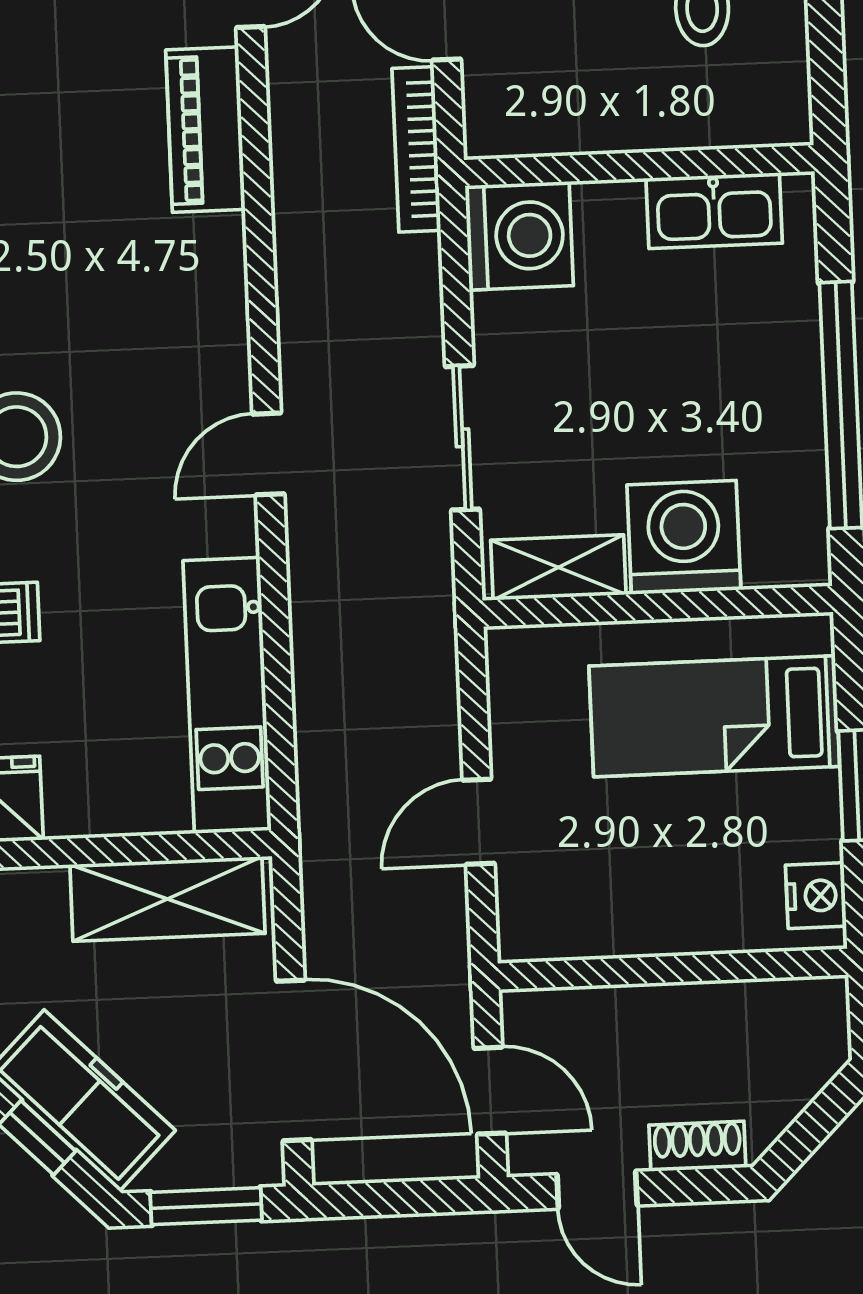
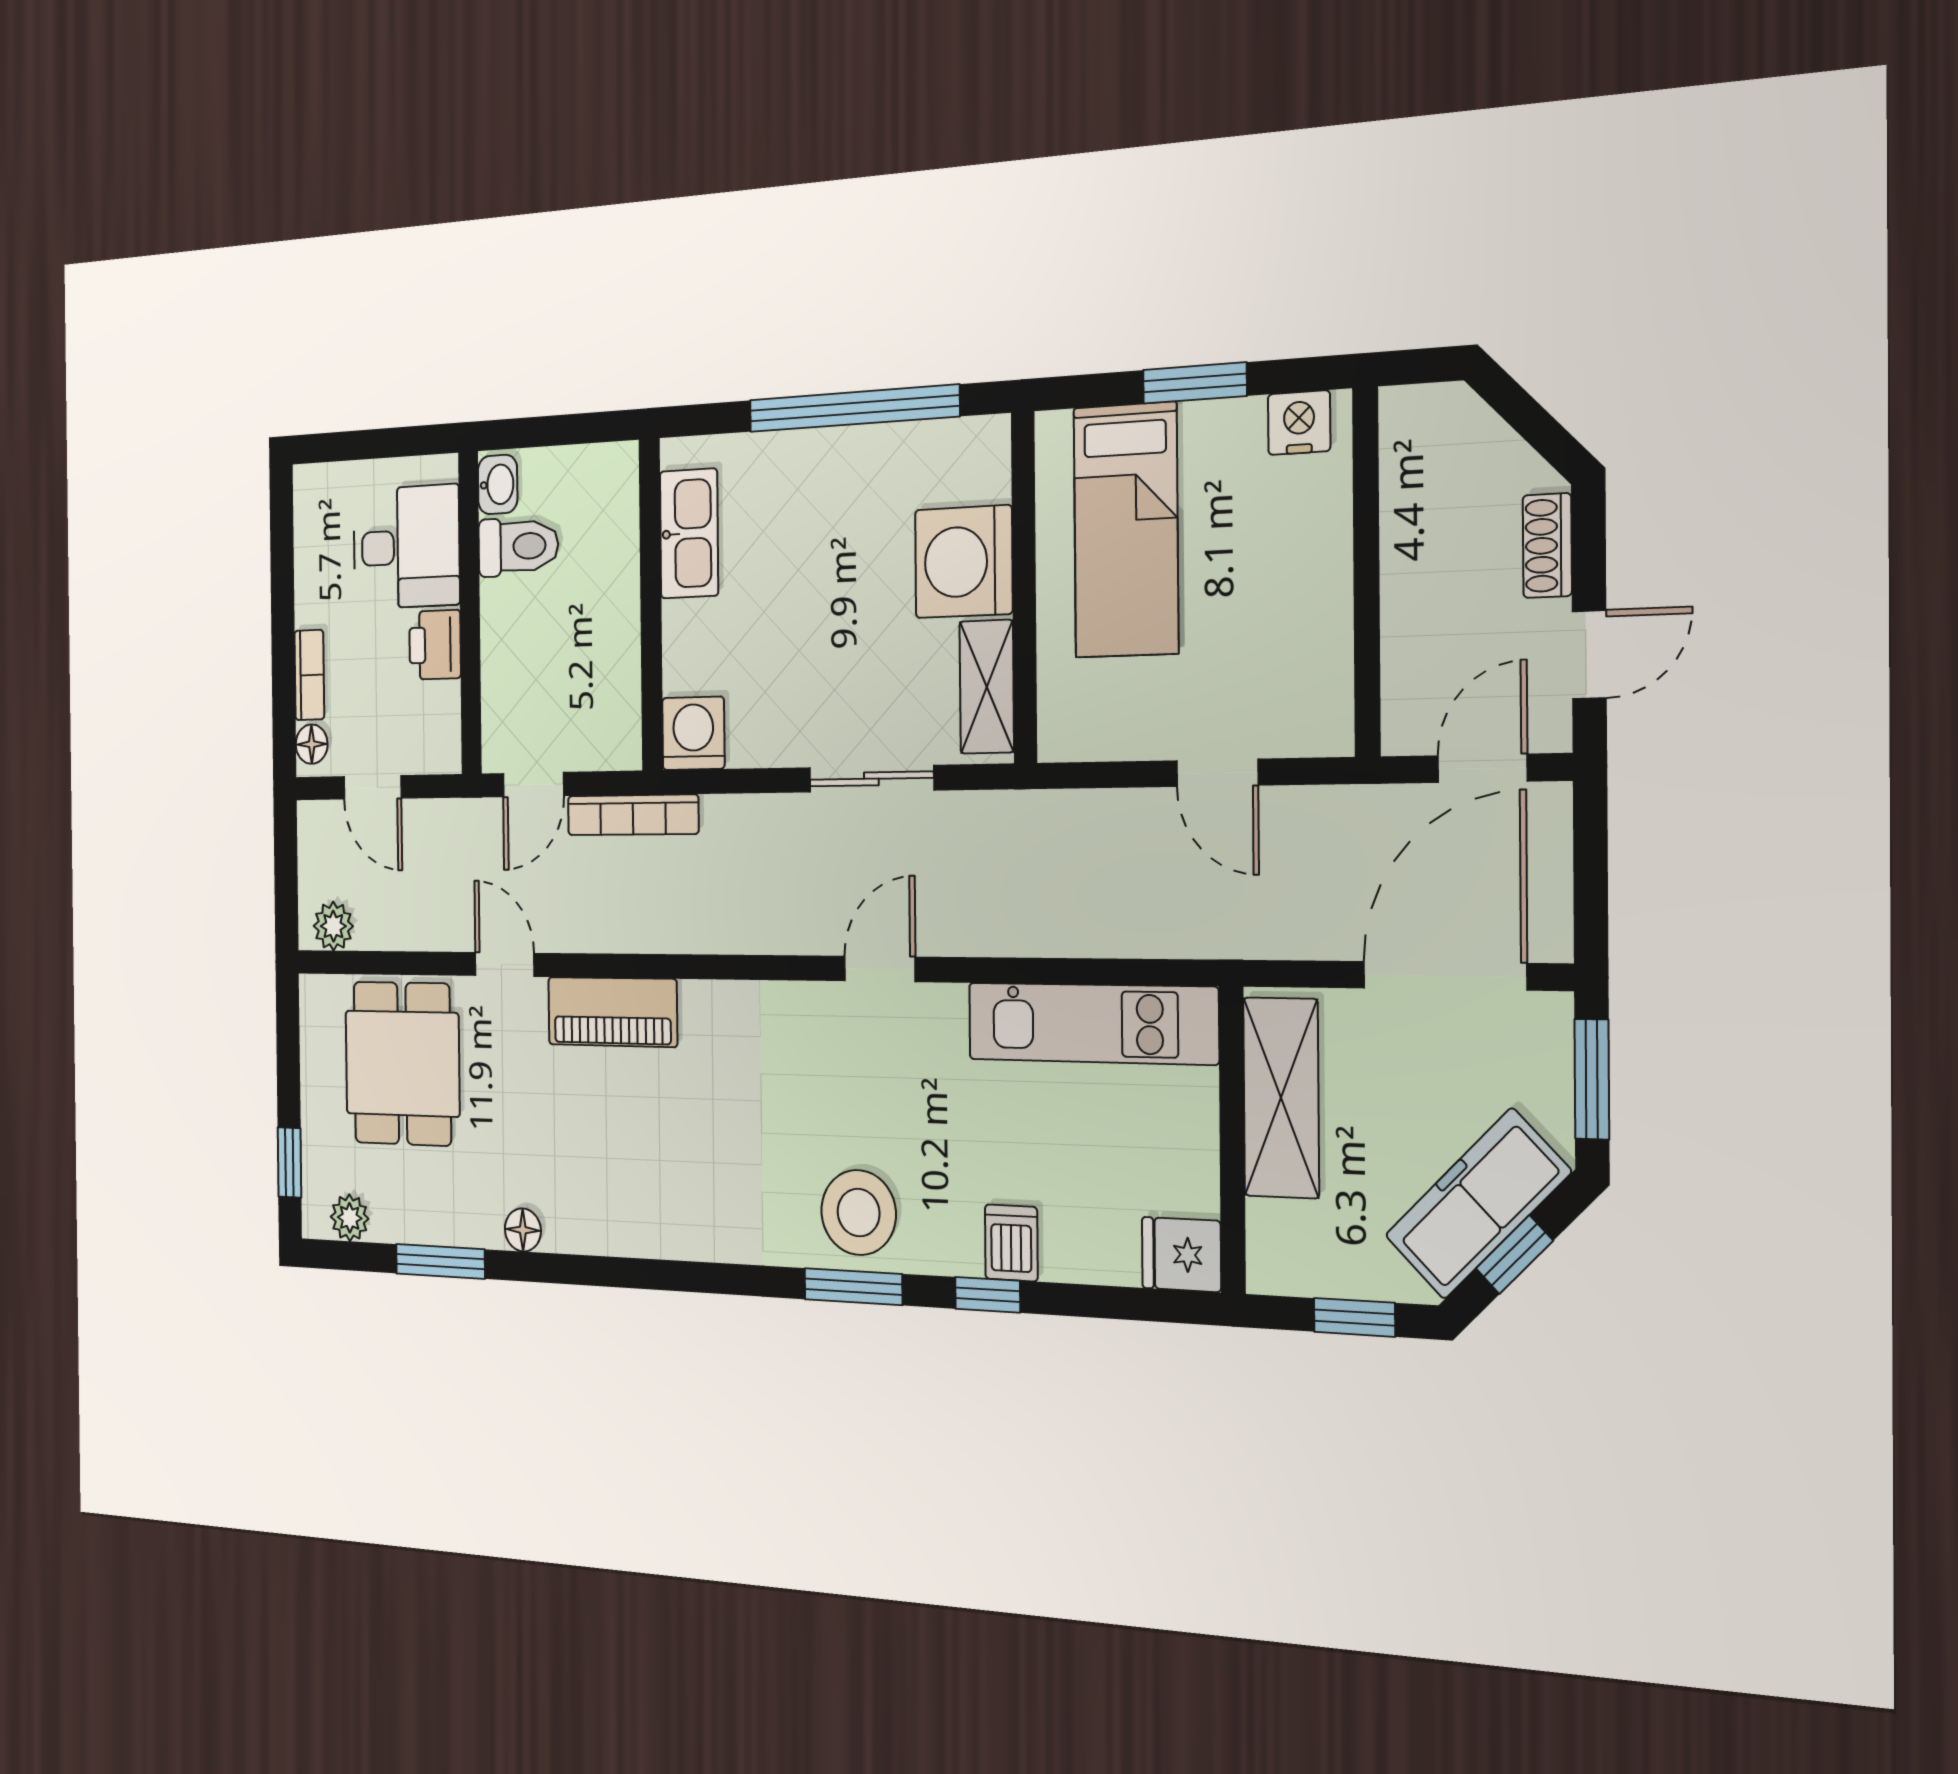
washing machine: (519, 236) -> (693, 733), width x0.73, depth x0.73
door: (268, 454) -> (880, 969), swing flipped

